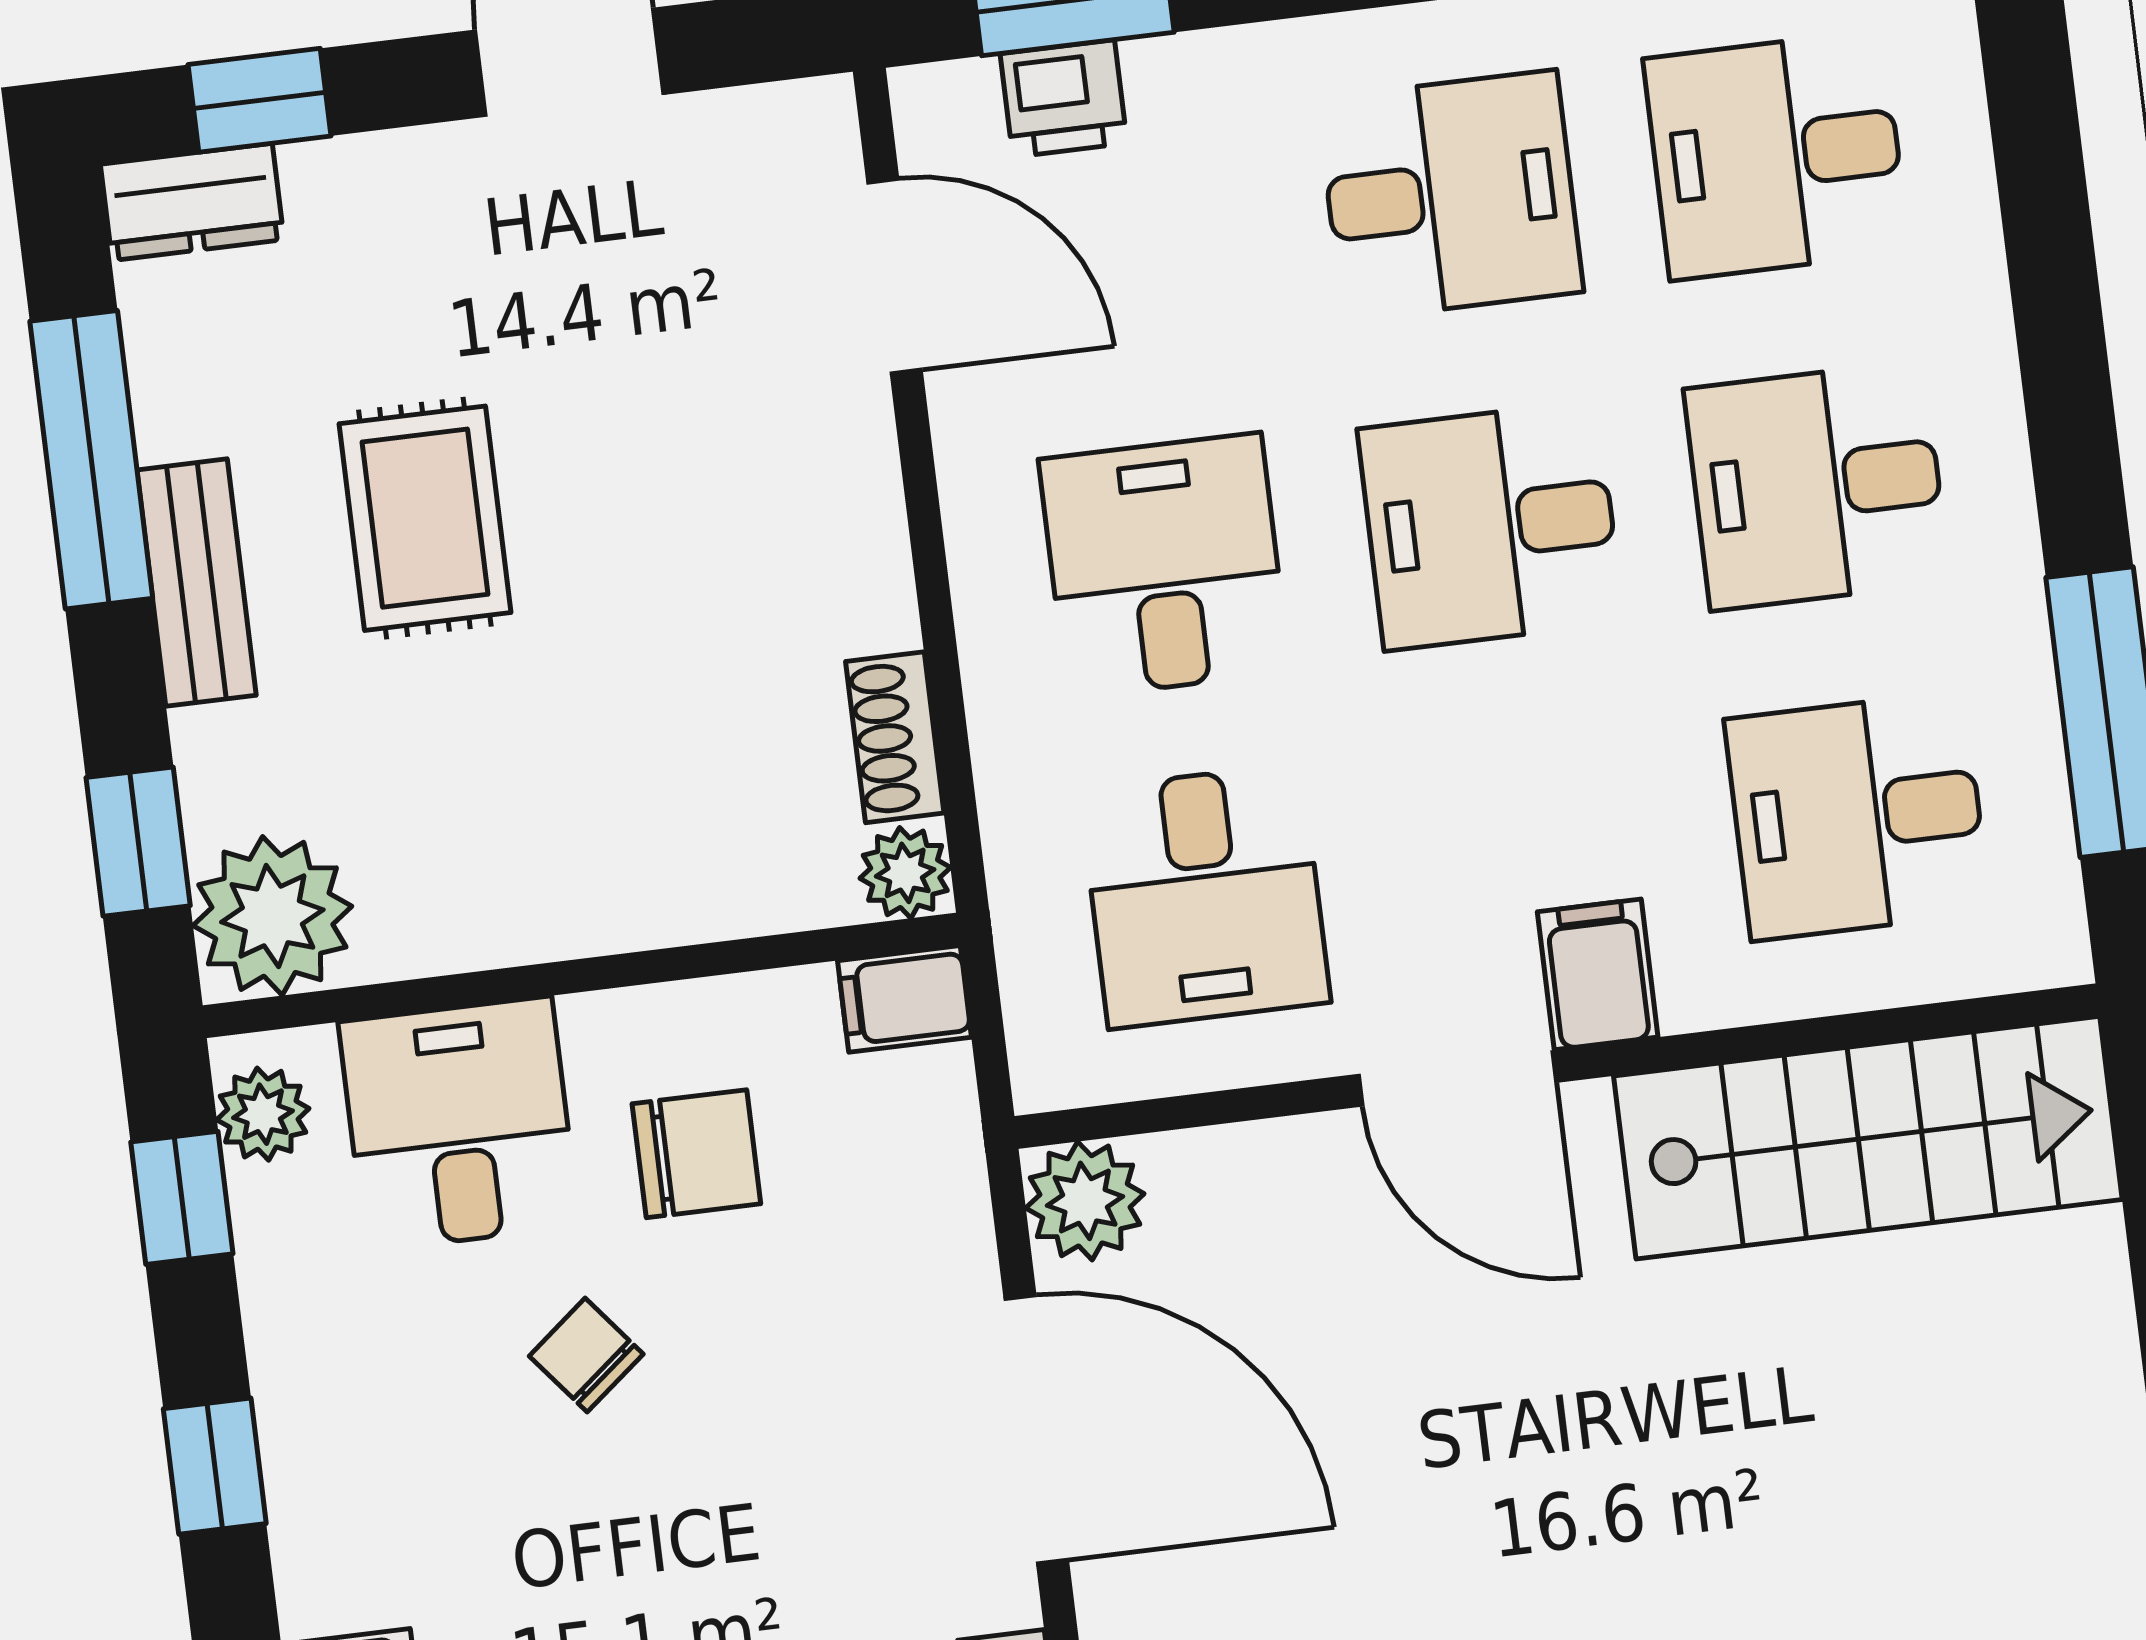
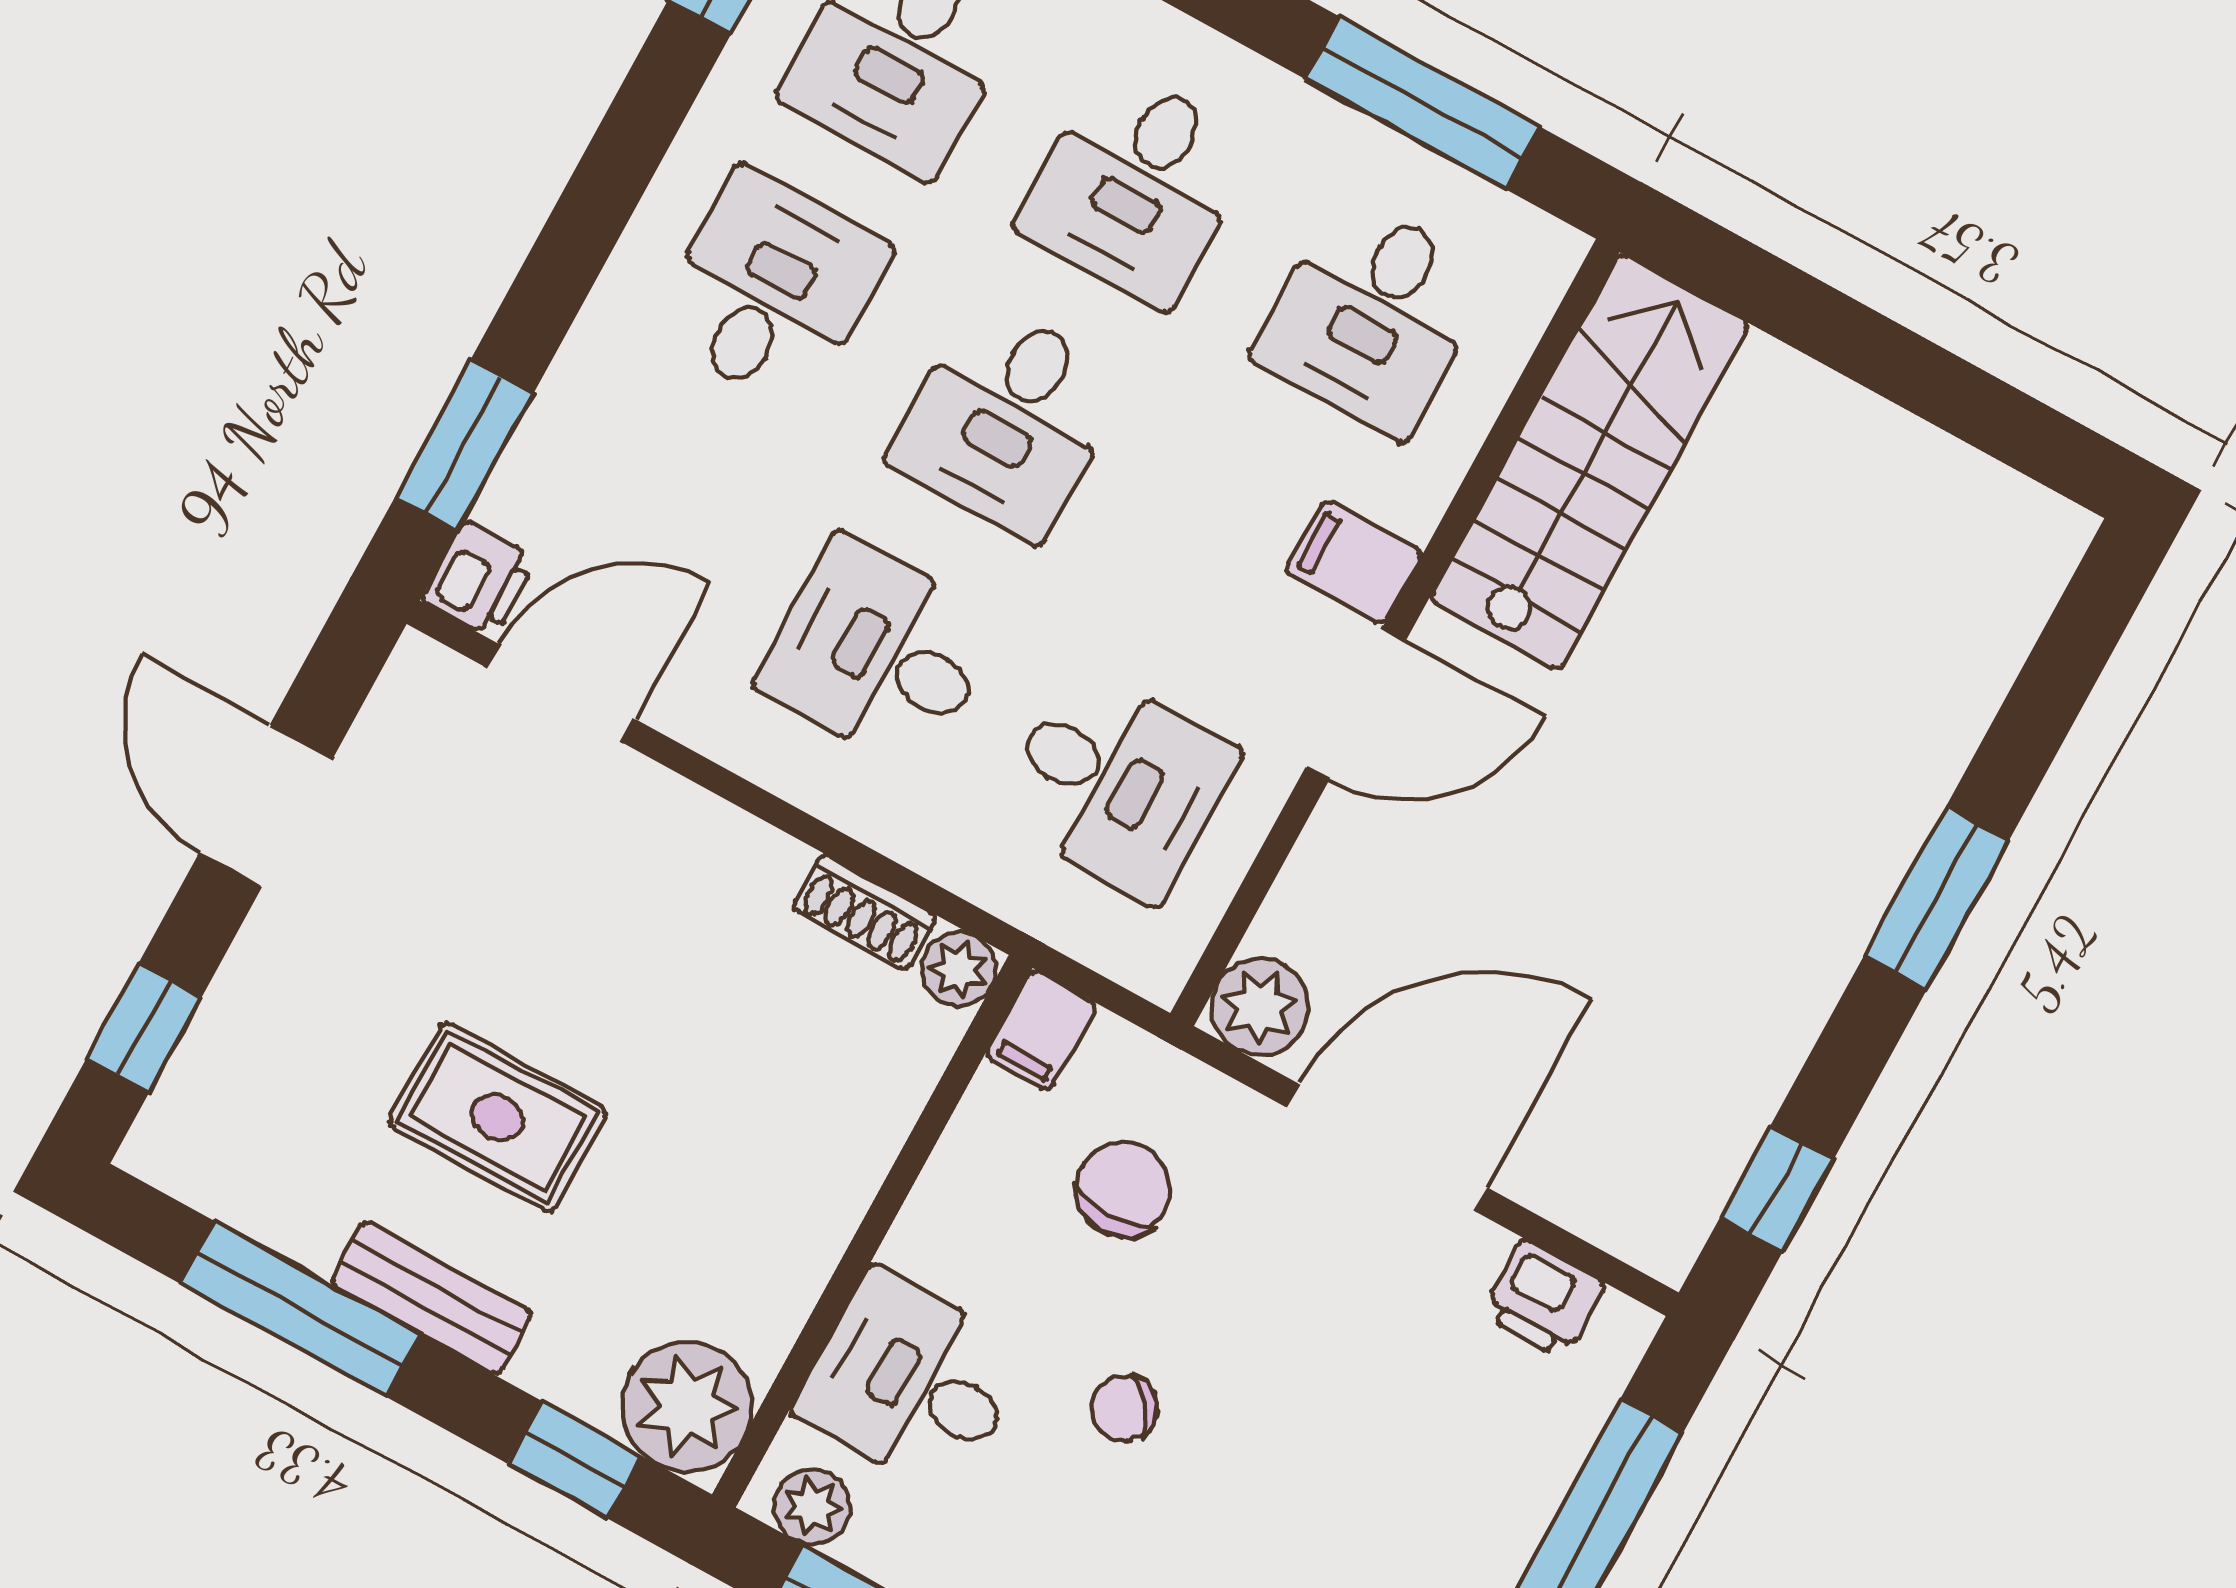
printer: (1064, 99) -> (479, 580), moved
dresser: (192, 202) -> (179, 1120), removed
chair: (696, 1154) -> (1123, 1189), moved

